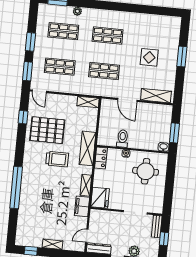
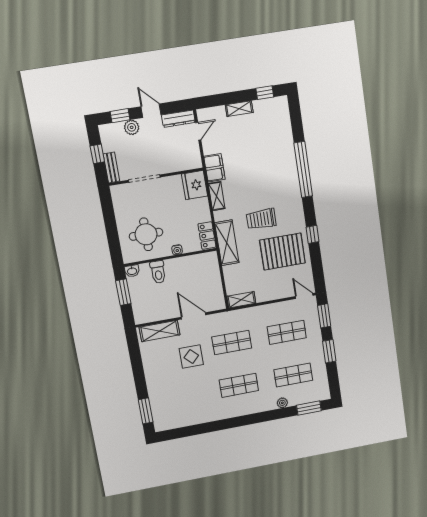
window: (182, 56) -> (146, 411), moved
display table: (149, 57) -> (191, 356), moved
window: (23, 117) -> (313, 234), moved
toilet: (123, 139) -> (158, 272), moved

